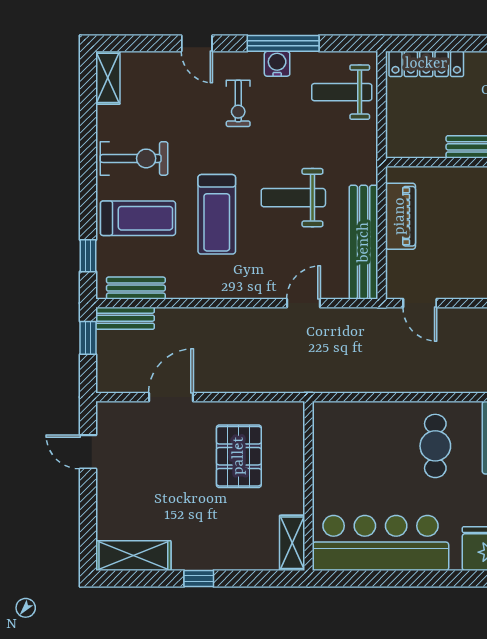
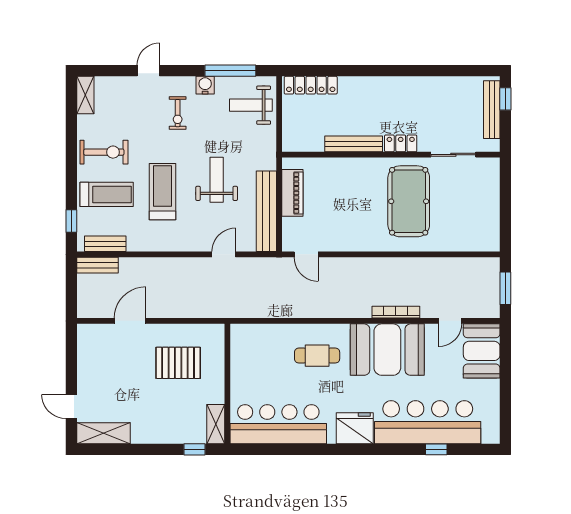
door: (197, 43) -> (148, 71), swing flipped
window: (283, 43) -> (230, 71), moved
weight bench: (293, 198) -> (217, 180), turned 90
treadmill: (217, 214) -> (162, 192), turned 180
window: (88, 338) -> (71, 279), removed
cafe table: (435, 446) -> (317, 356), turned 90
door: (88, 452) -> (71, 407), moved
pallet: (239, 456) -> (178, 363), turned 90
window: (199, 579) -> (195, 449), moved

